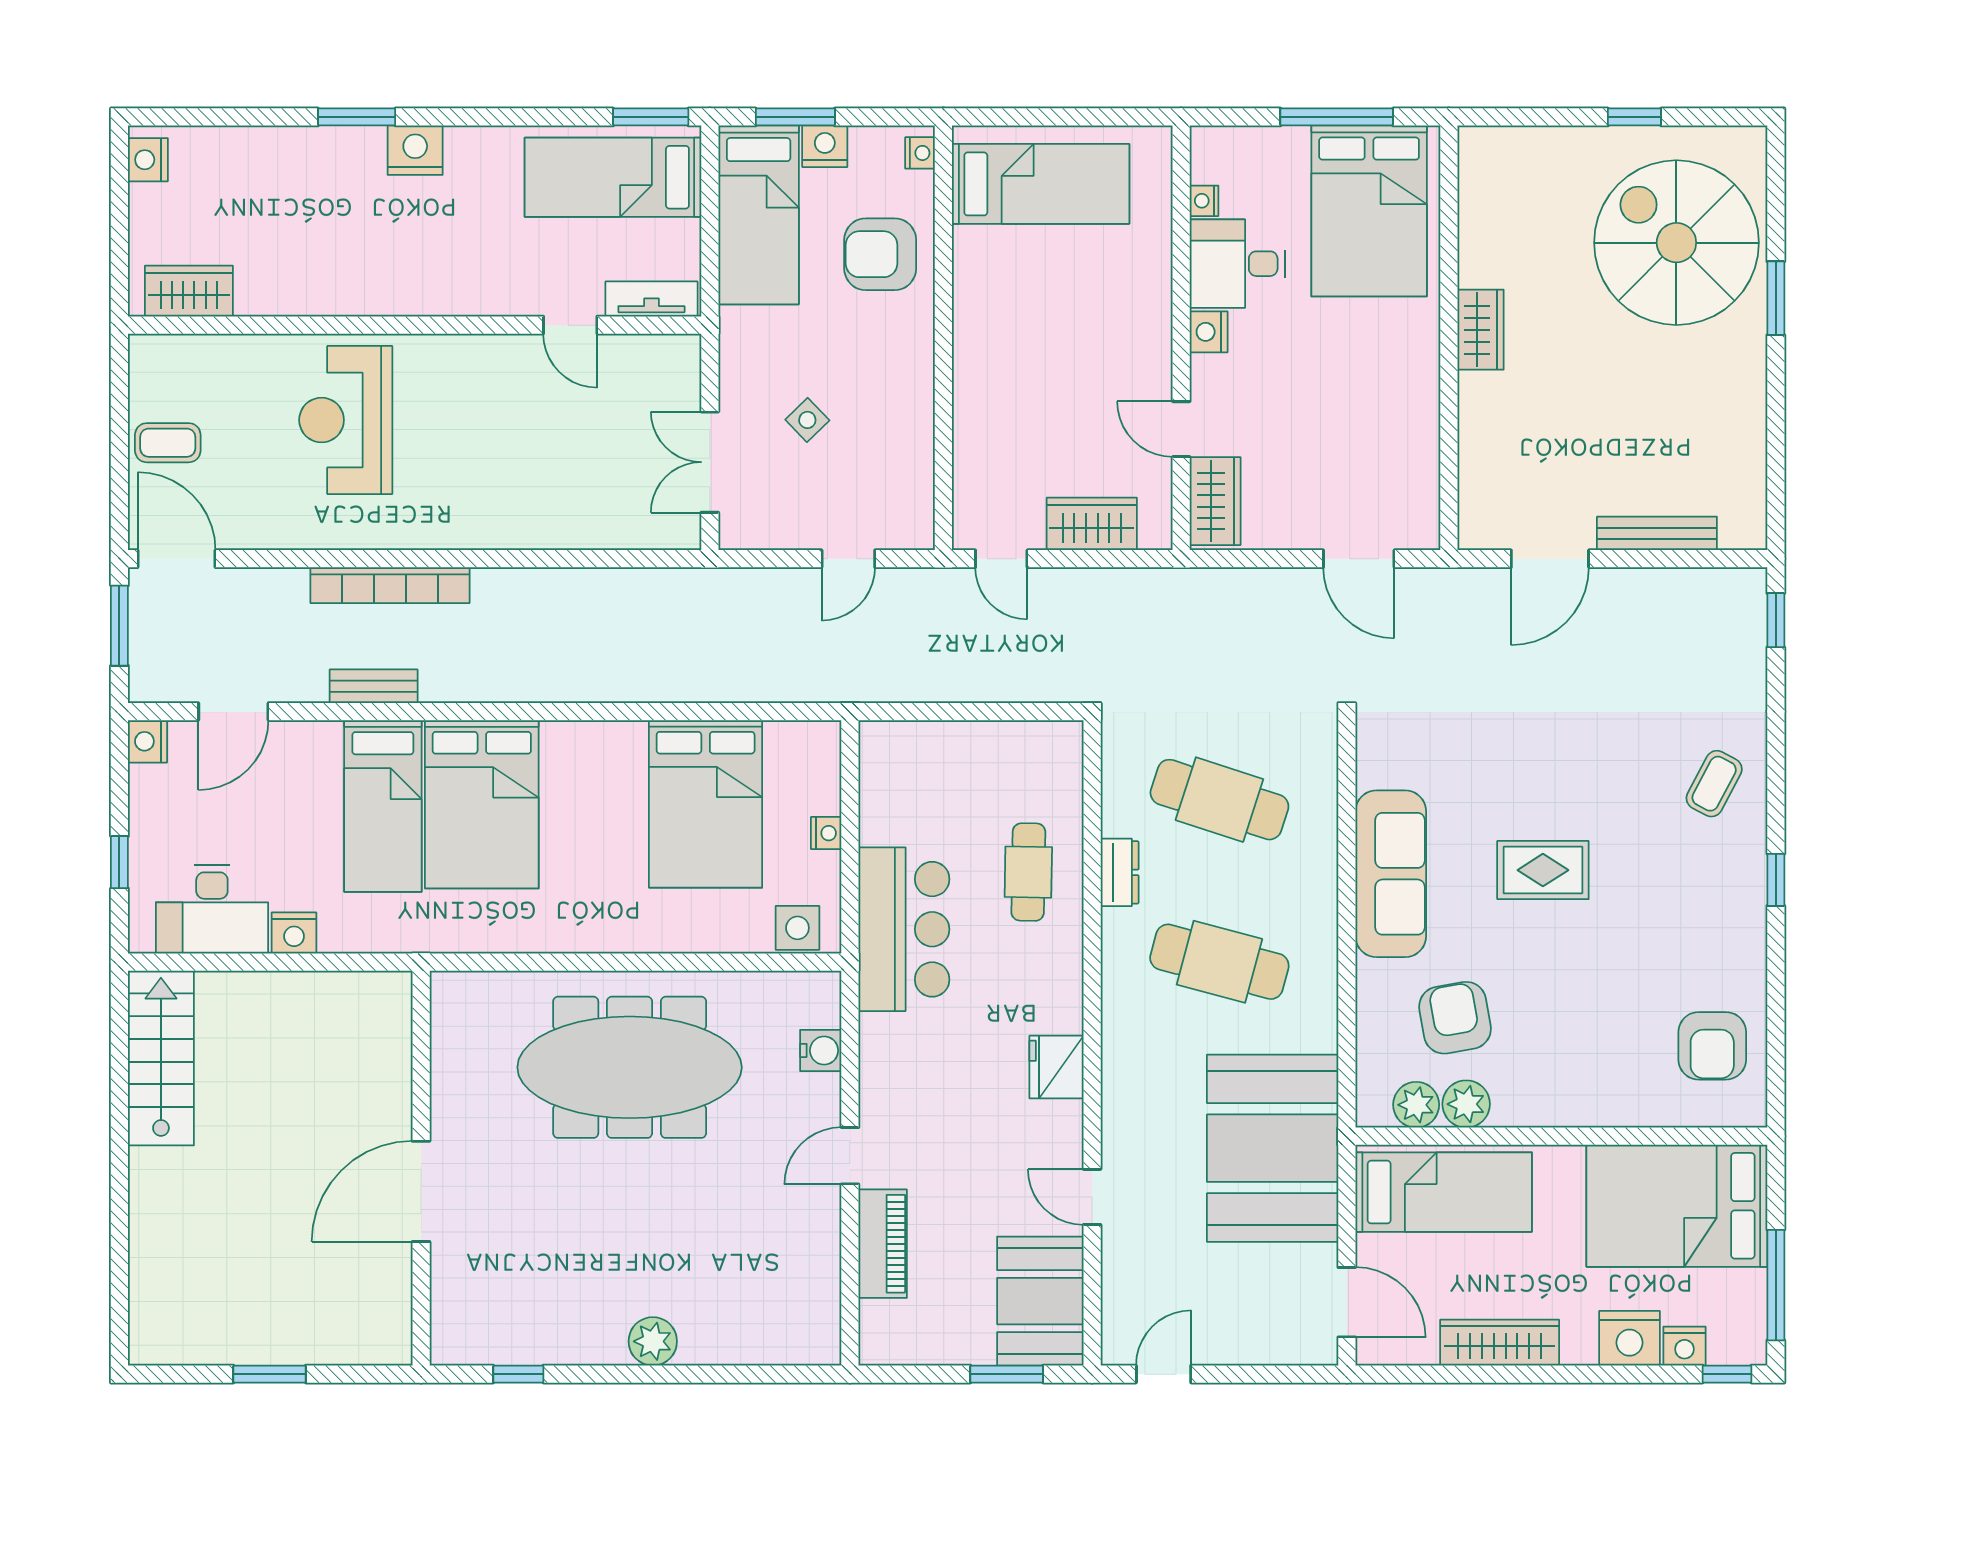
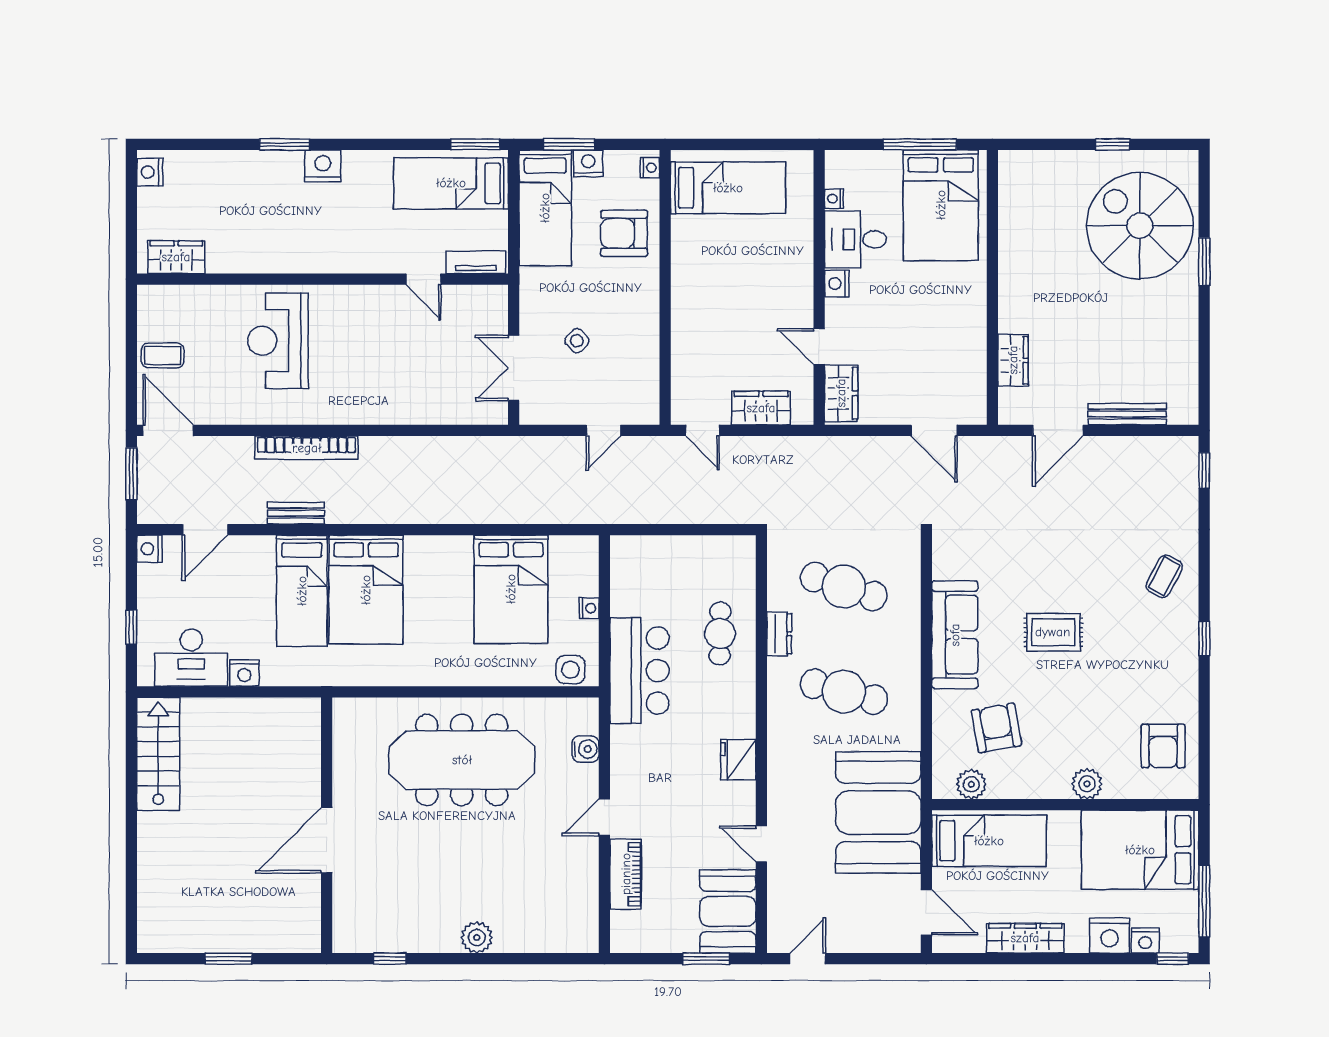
wardrobe: (1480, 330) -> (1013, 360), moved
plant: (1466, 1104) -> (1087, 784), moved

